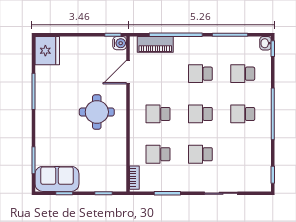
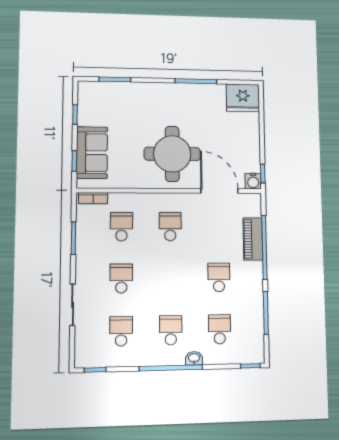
washbasin: (265, 43) -> (194, 358), moved
piano: (155, 44) -> (253, 239), moved
door: (128, 72) -> (219, 191), width x1.36
round table: (97, 112) -> (172, 154), width x1.36, depth x1.36
school desk: (200, 114) -> (121, 331), moved
sofa: (57, 179) -> (92, 153), moved

